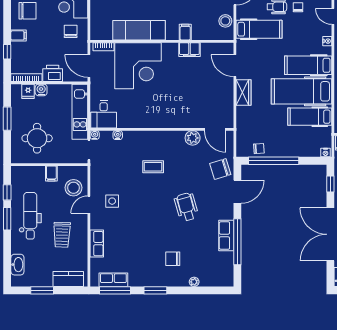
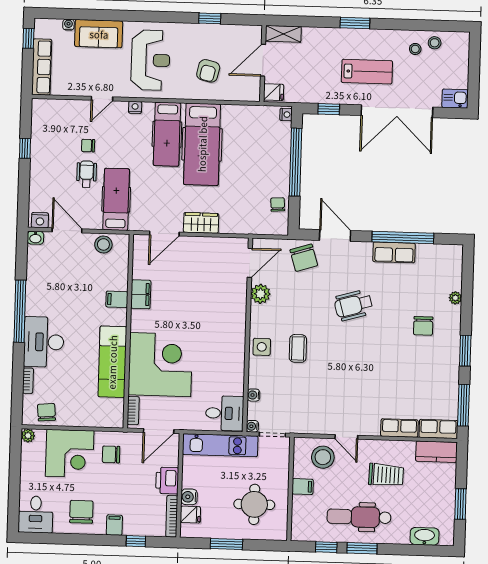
hospital bed: (310, 117) -> (237, 134), removed
window: (274, 161) -> (296, 162), moved
side table: (112, 201) -> (262, 347), moved
kitchen counter: (68, 279) -> (436, 452), moved, turned -90
row of seats: (113, 280) -> (438, 429), moved, turned 90

